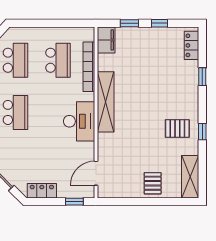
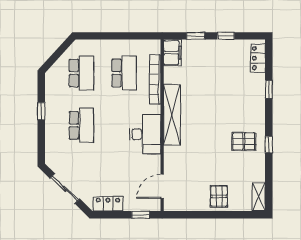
shelving: (190, 177) -> (259, 197), width x0.67, depth x0.75

